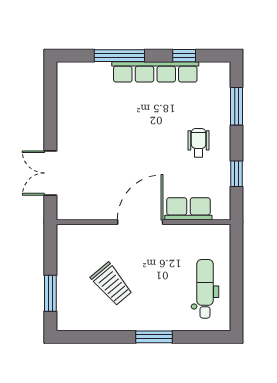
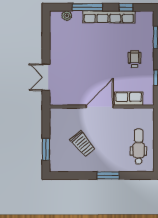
plant: (85, 70) -> (67, 16), added

